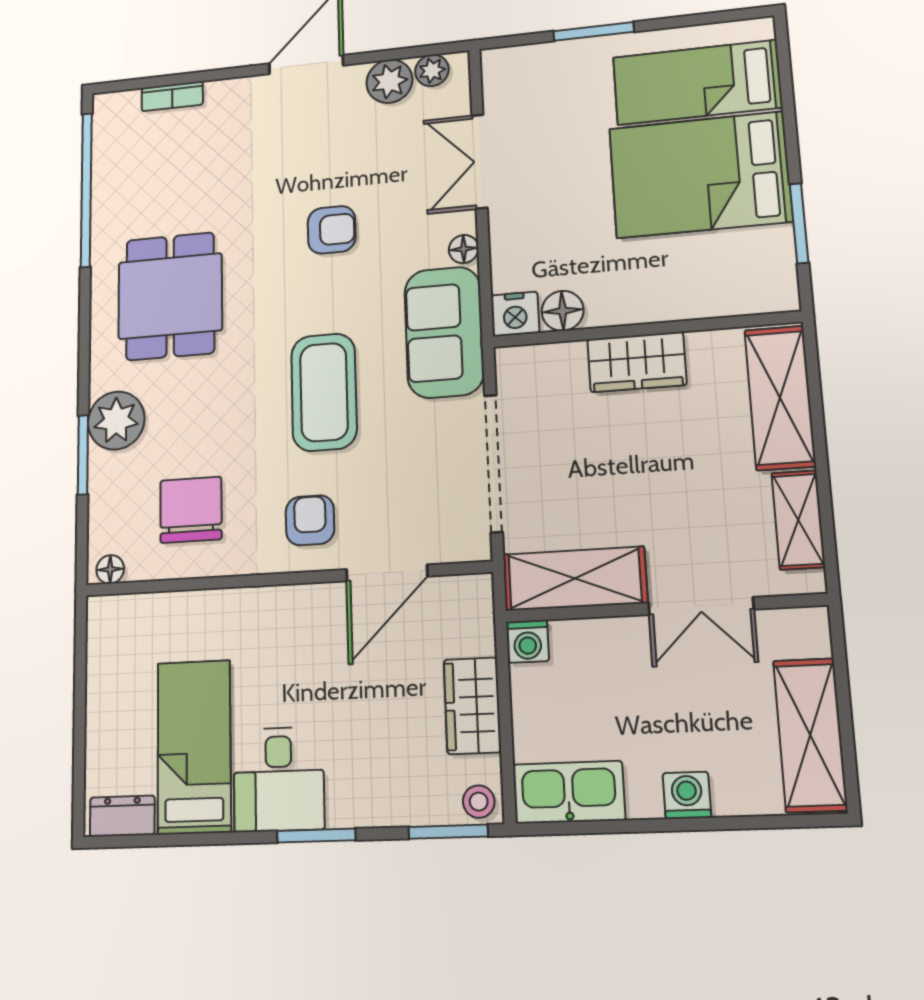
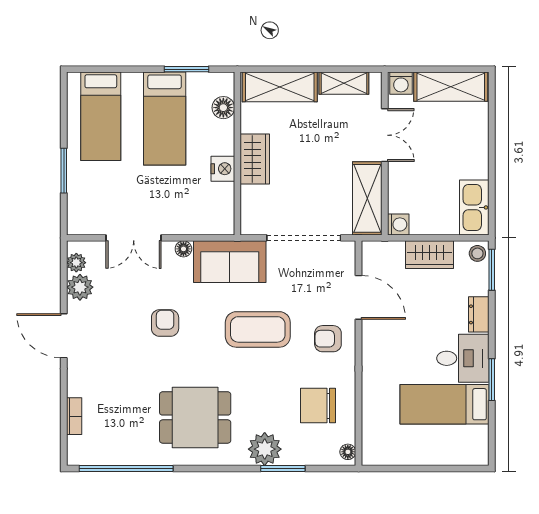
bed: (700, 175) -> (165, 119), width x0.67
floor lamp: (563, 311) -> (223, 108), moved
nightstand: (515, 314) -> (223, 169), moved
washing machine: (687, 795) -> (401, 83), moved, turned -90
dresser: (122, 816) -> (479, 314), moved
window: (316, 836) -> (492, 380), moved

